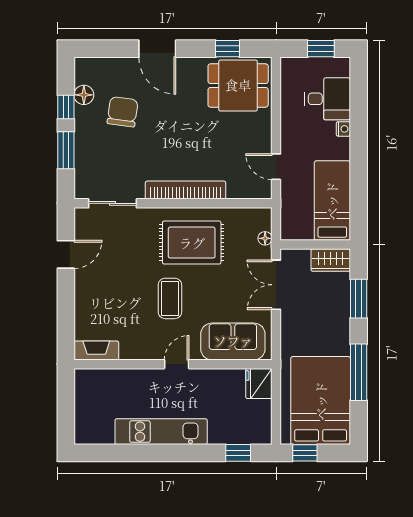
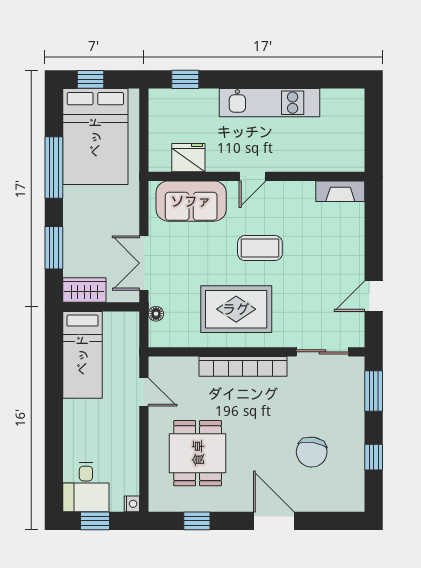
dining table: (238, 85) -> (198, 453), moved, turned 90
floor lamp: (84, 95) -> (354, 470), removed
desk: (328, 99) -> (86, 487), moved, turned -90
nightstand: (343, 129) -> (132, 504), moved, turned 180
window: (66, 150) -> (374, 391), moved
double door: (276, 285) -> (144, 263), swing flipped
coffee table: (170, 298) -> (260, 248), turned 90
fridge: (259, 383) -> (188, 158), moved, turned -90
window: (305, 453) -> (91, 79), moved

